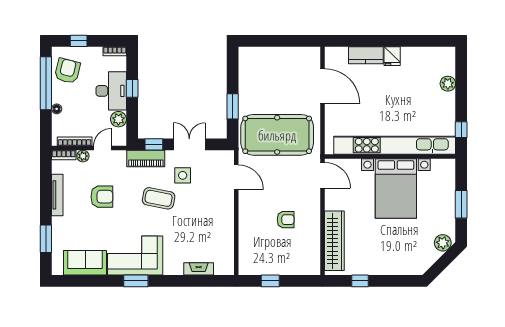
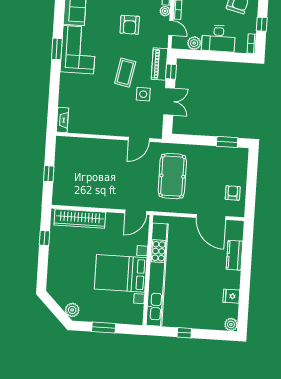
window: (79, 41) -> (262, 24), moved
fridge: (392, 56) -> (231, 296), moved
plant: (448, 84) -> (231, 324), moved
door: (322, 86) -> (211, 217), hinge flipped
window: (132, 88) -> (219, 56), removed
window: (233, 106) -> (227, 142), moved
window: (461, 130) -> (184, 333), moved
pool table: (277, 135) -> (172, 176), width x0.73, depth x0.76
armchair: (286, 220) -> (233, 193), moved, turned 180
fireplace: (199, 269) -> (62, 120), moved
window: (270, 281) -> (49, 174), moved

